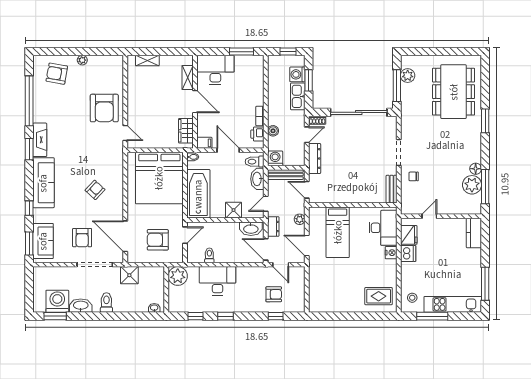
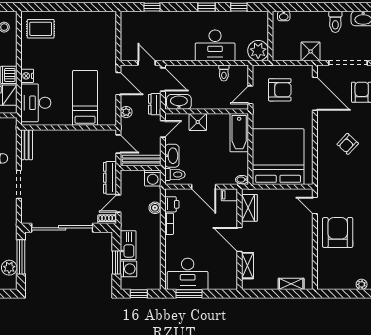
desk: (215, 70) -> (188, 274), moved
bathtub: (198, 194) -> (239, 133), width x0.73, depth x0.73
armchair: (274, 294) -> (154, 31), removed

